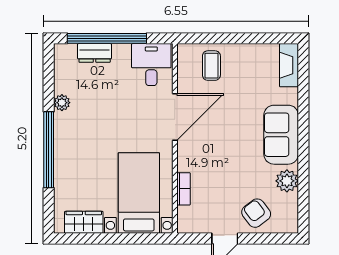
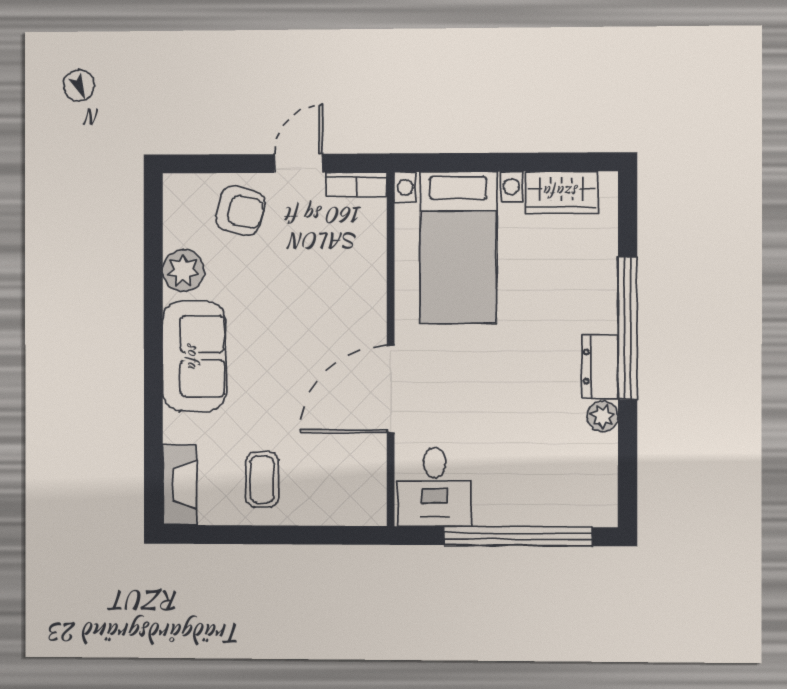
dresser: (95, 53) -> (600, 367), moved, turned -90
coffee table: (211, 66) -> (262, 479), moved
bookcase: (184, 189) -> (357, 185), moved, turned -90
armchair: (256, 213) -> (240, 211), turned -39

